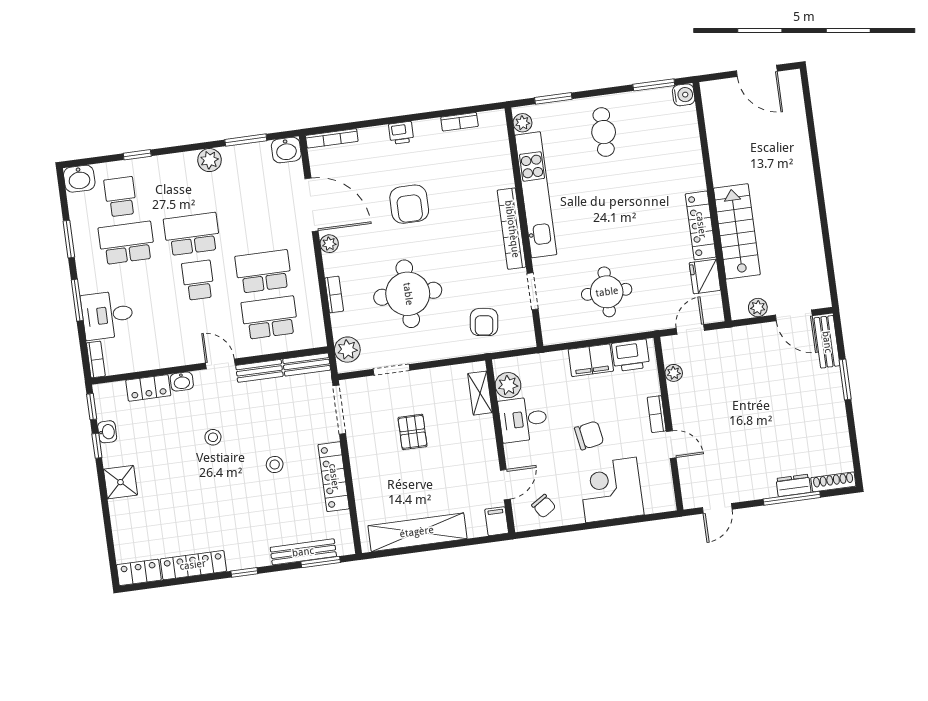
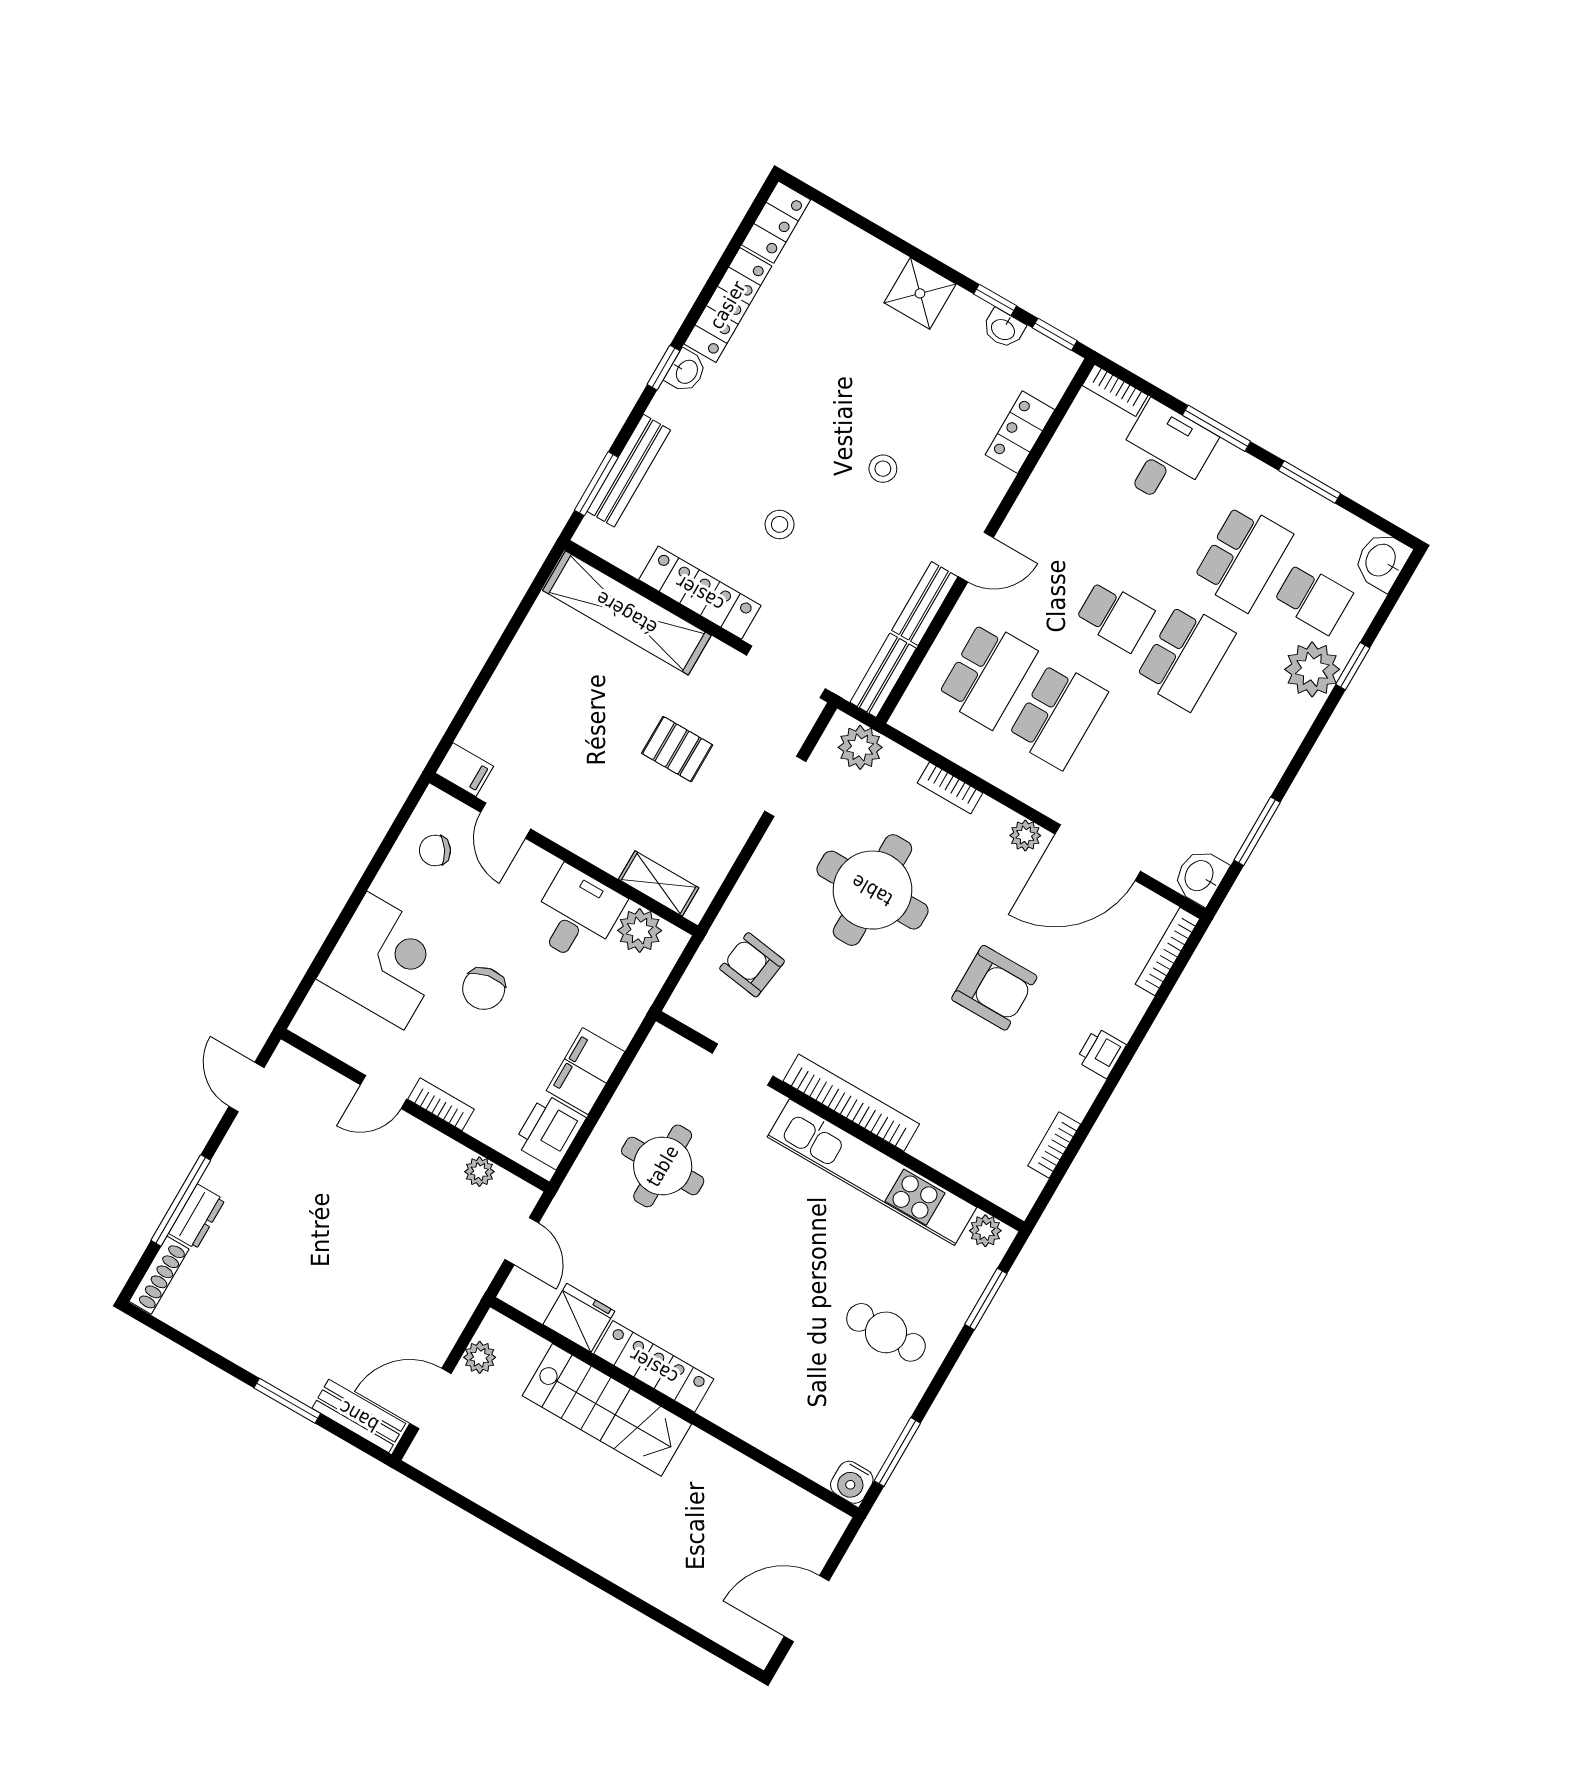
plant: (209, 160) -> (1312, 669), moved, width x1.36, depth x1.36
armchair: (409, 204) -> (994, 988), turned 180
washbasin: (182, 382) -> (686, 371), moved, turned 180
shelving: (417, 532) -> (627, 613), moved, turned 90

